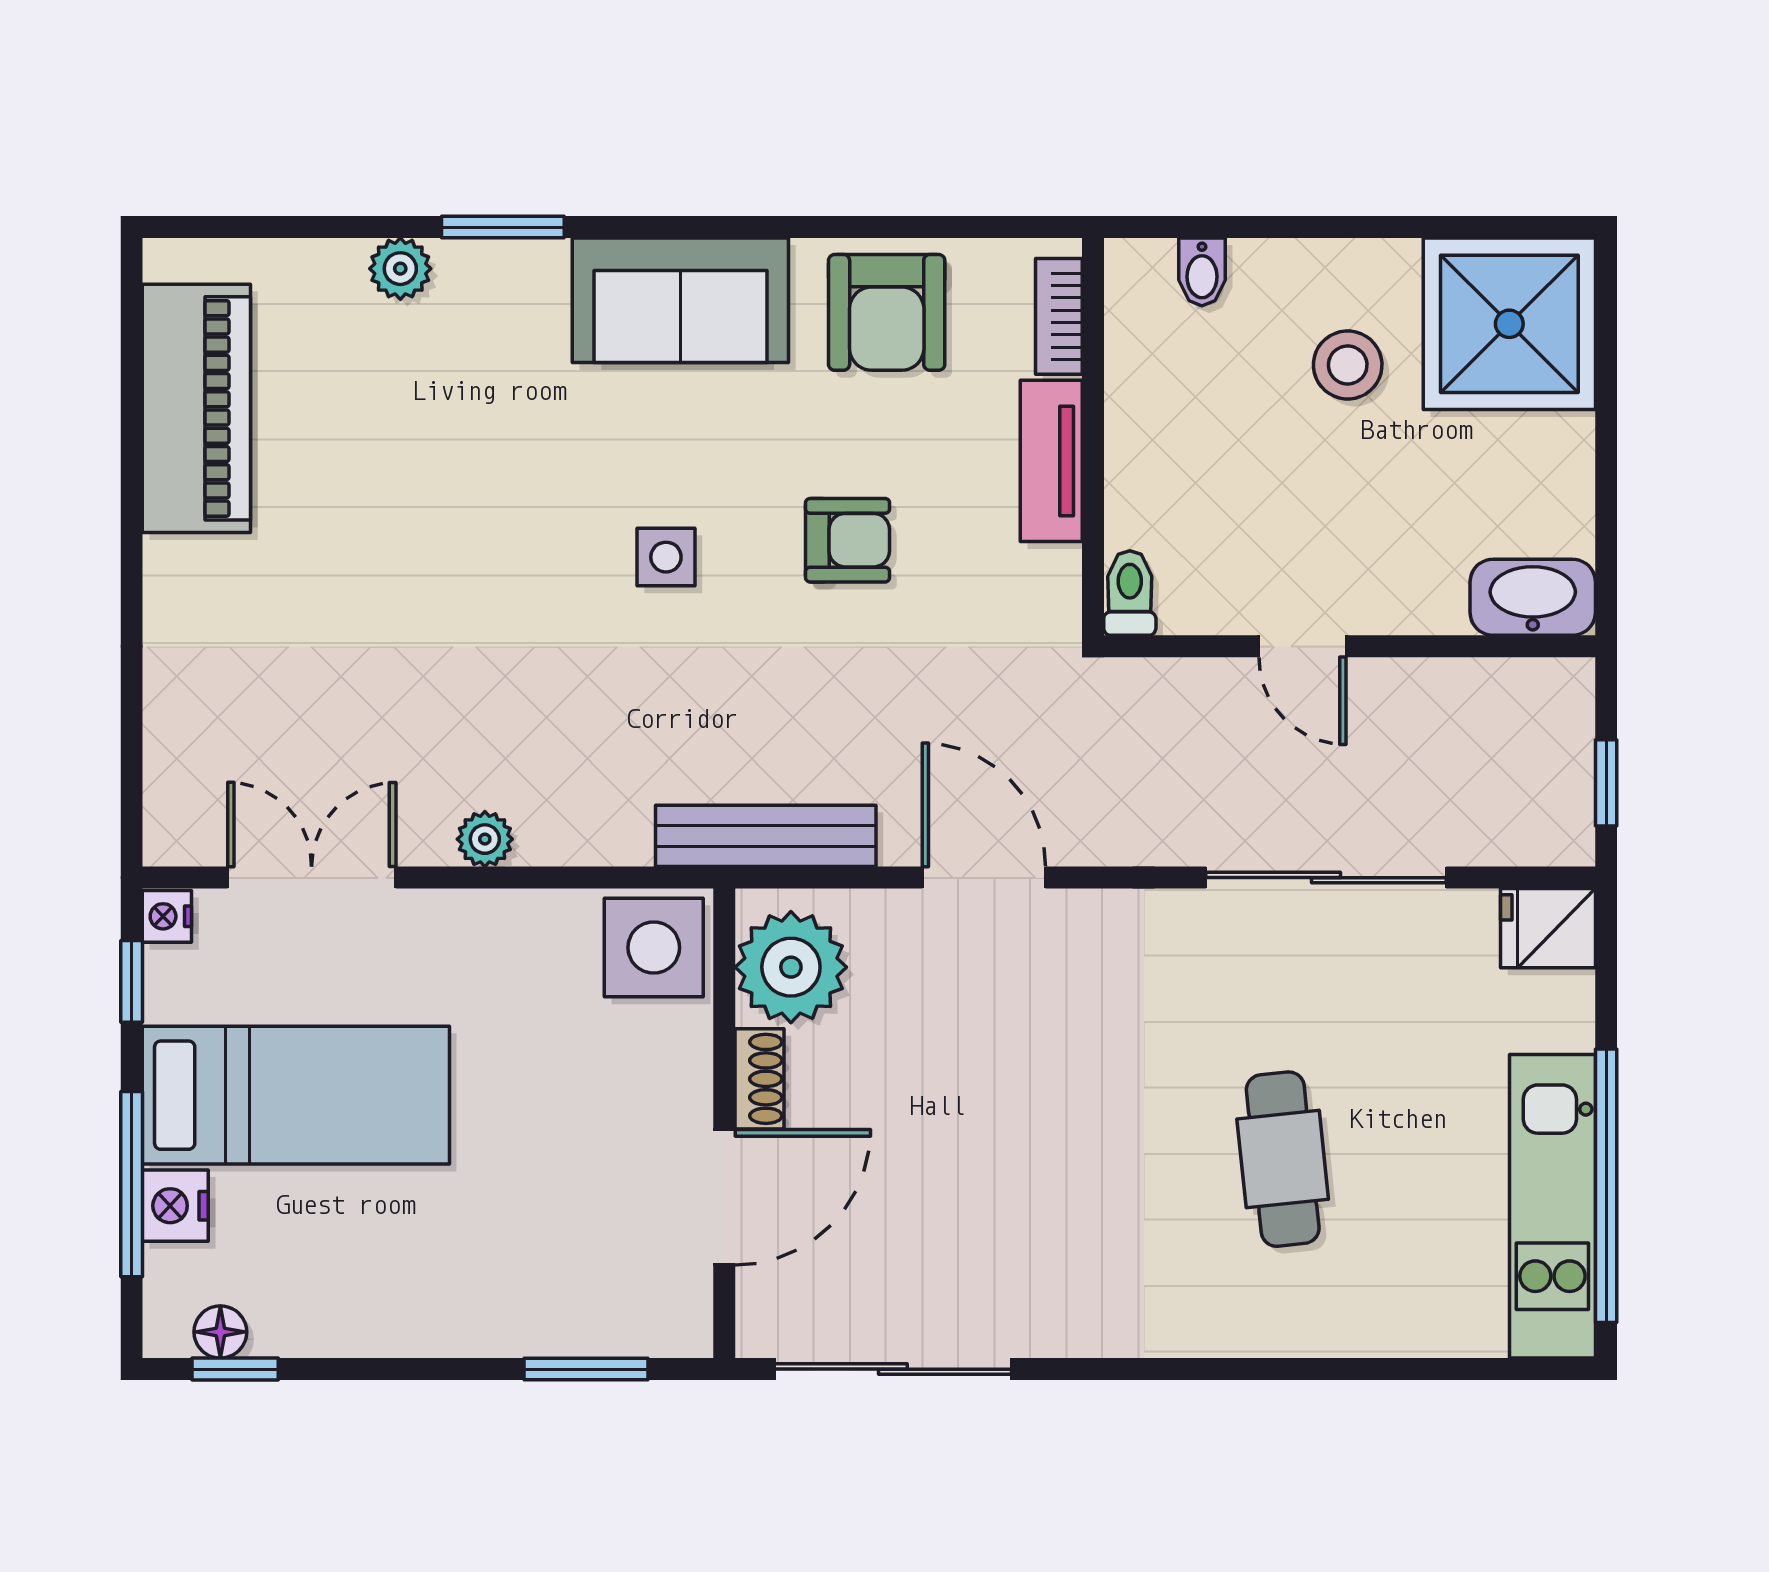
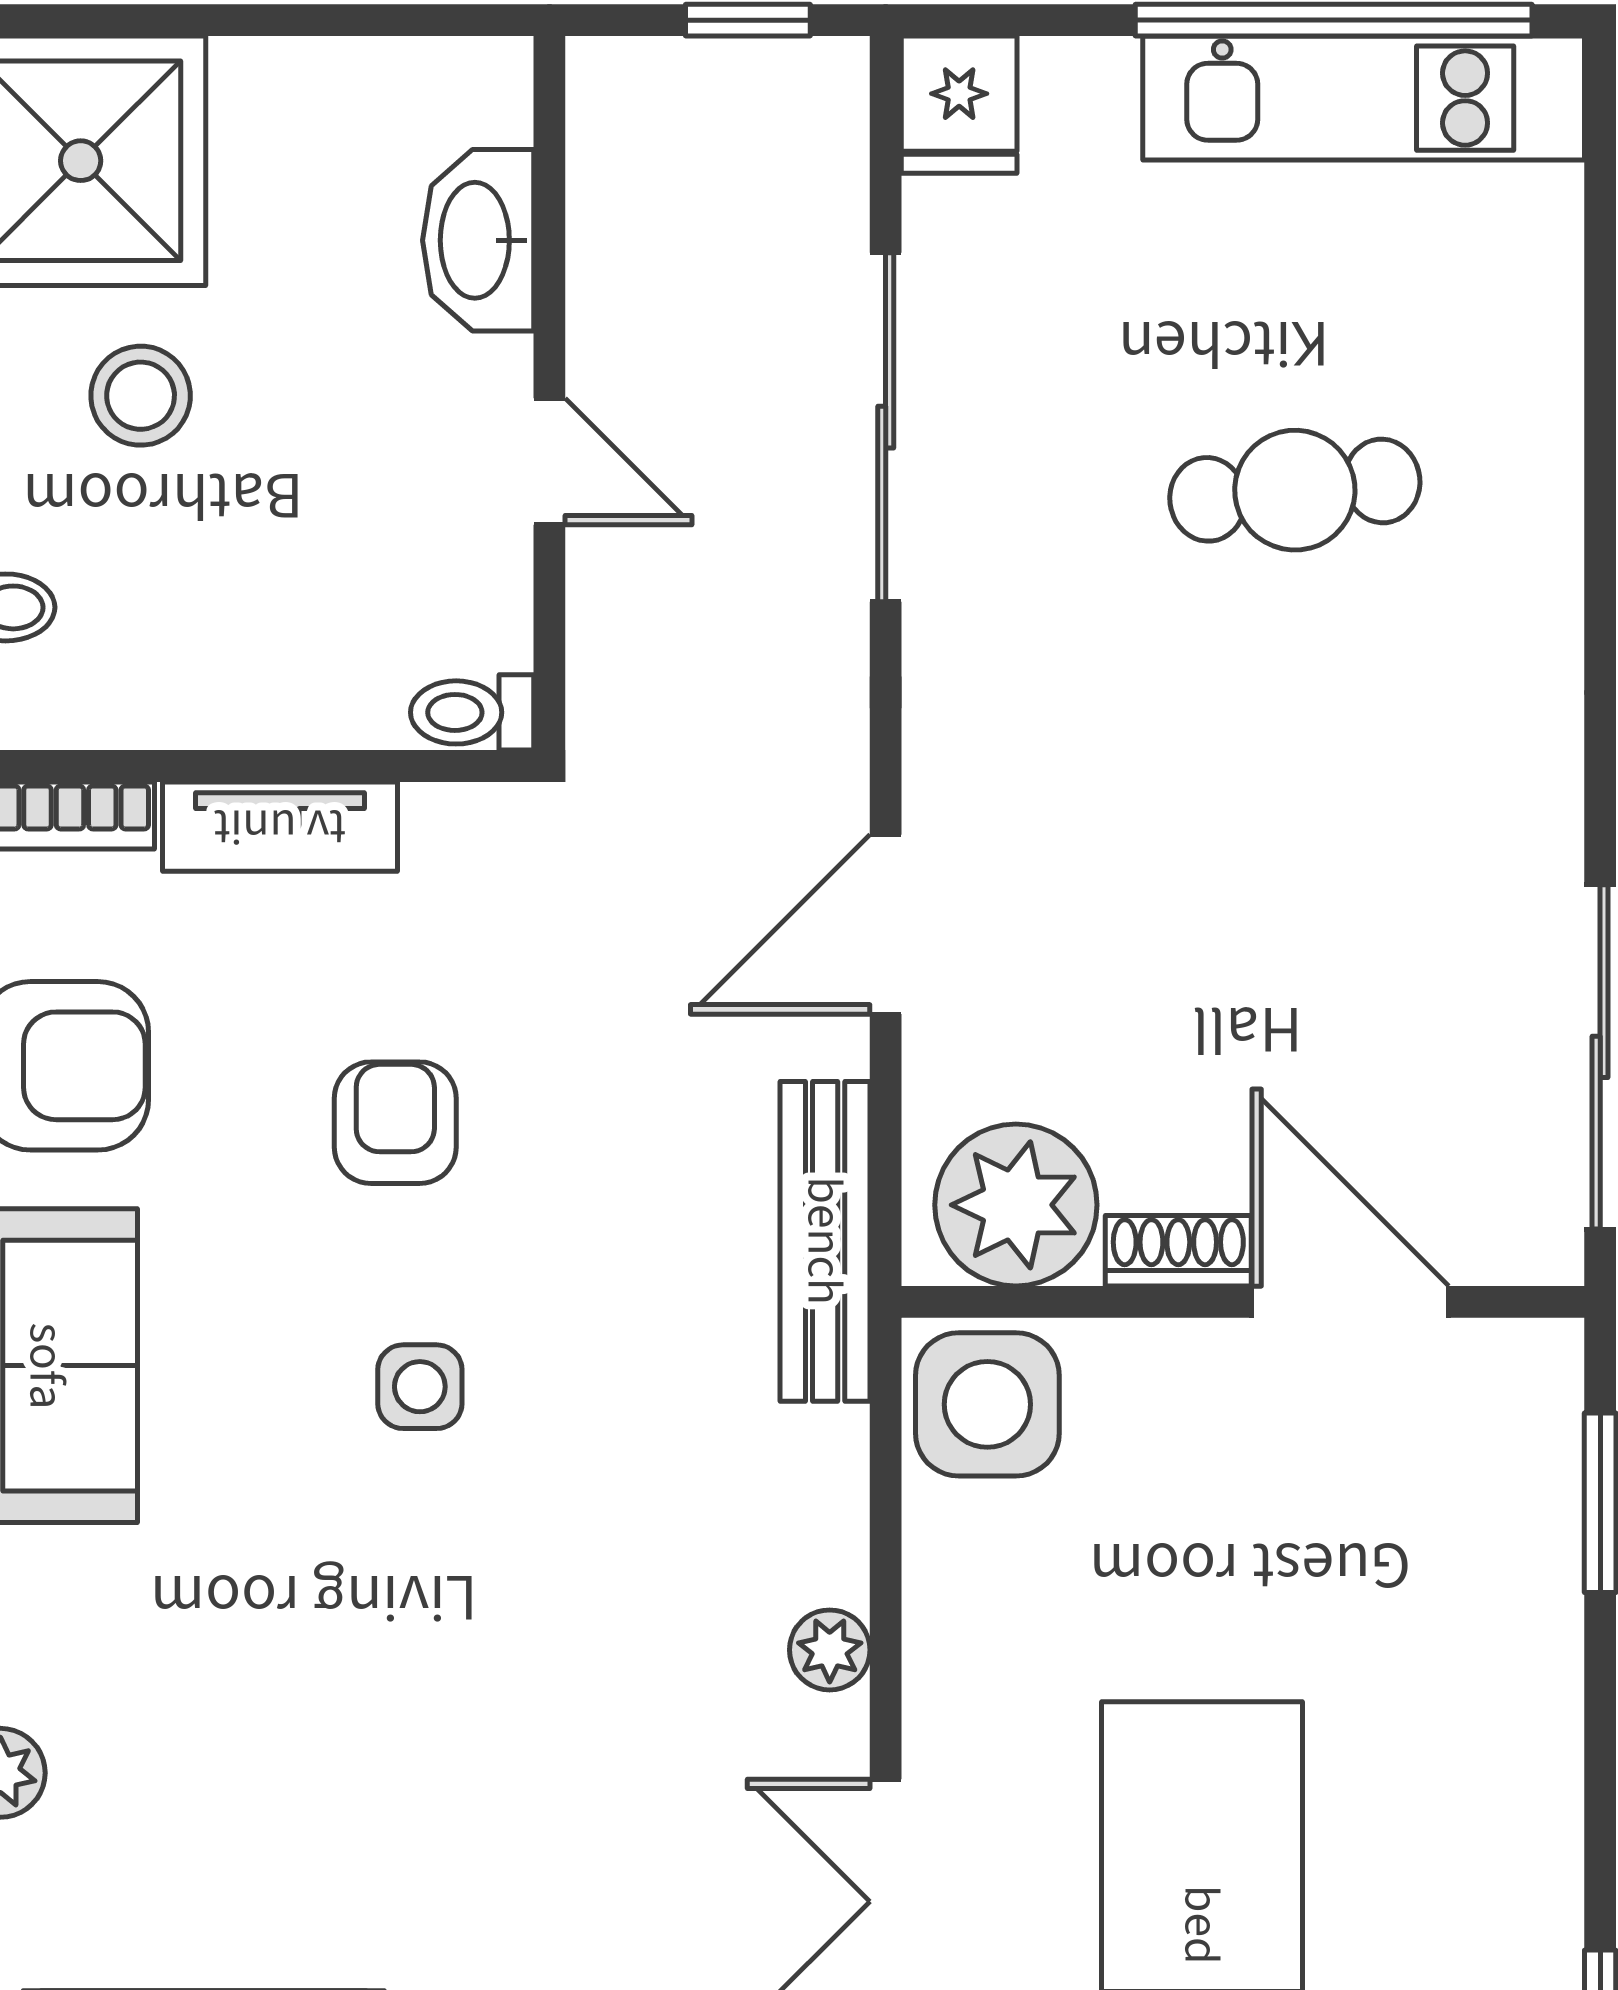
washbasin: (1533, 597) -> (478, 240), moved
door: (1302, 646) -> (549, 461), hinge flipped

